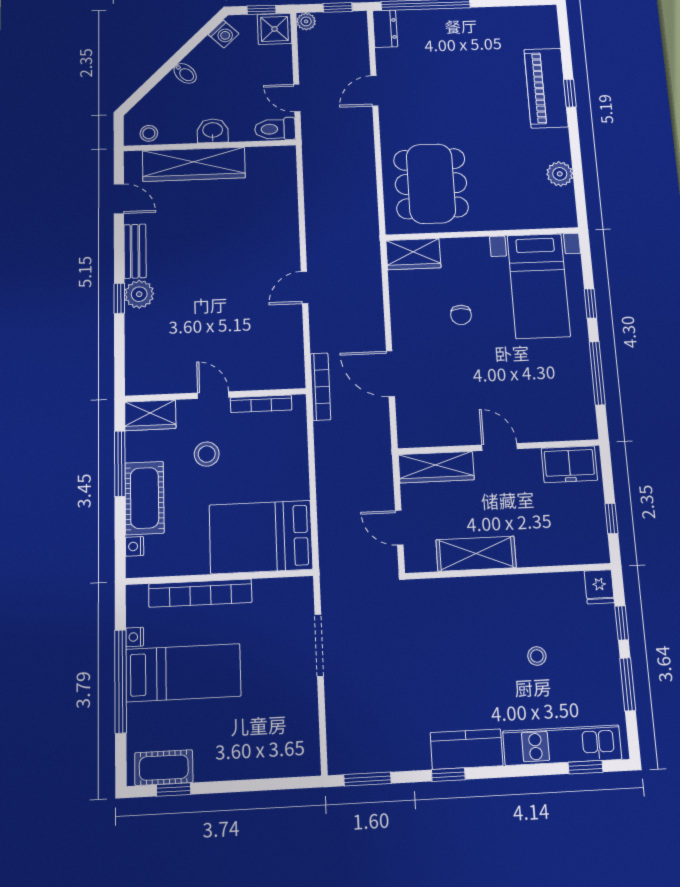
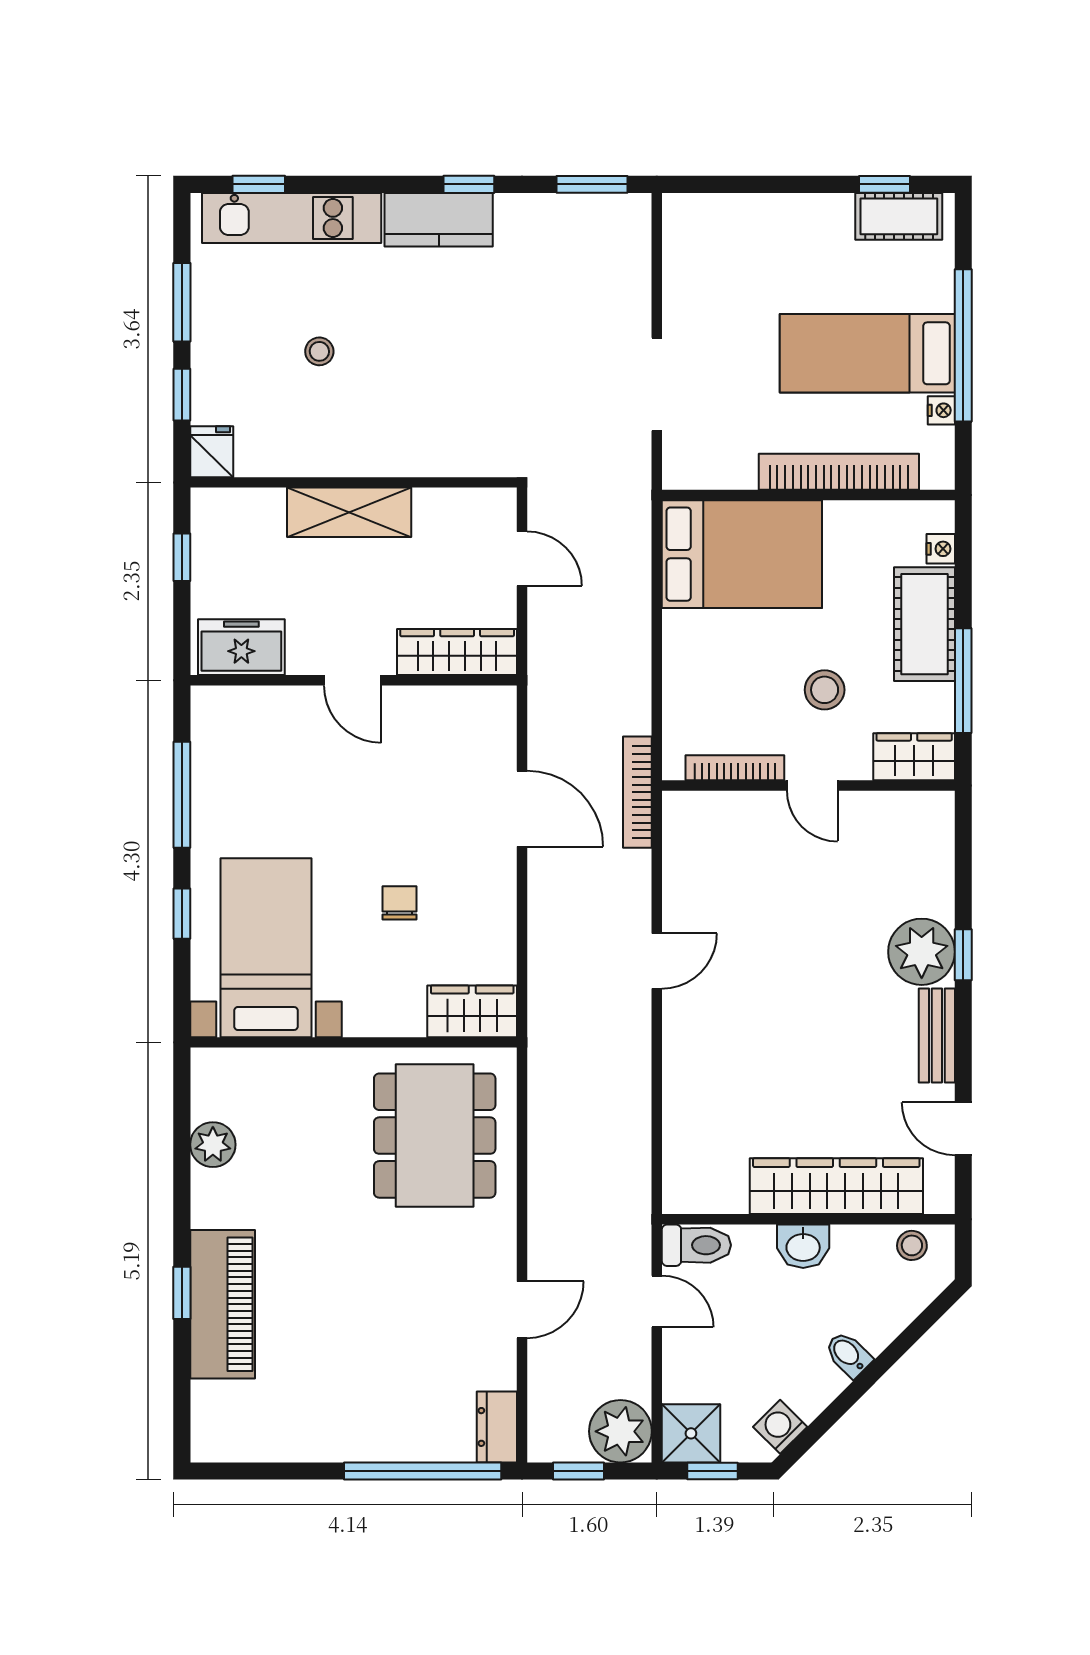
plant: (306, 21) -> (620, 1431), width x1.88, depth x1.88
plant: (139, 294) -> (922, 952), width x1.36, depth x1.36
shelving: (476, 554) -> (349, 512), moved

